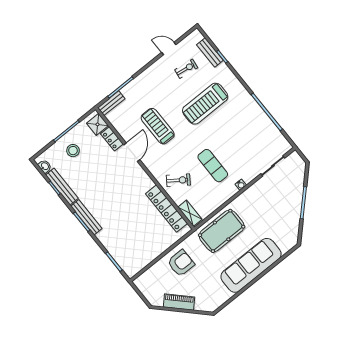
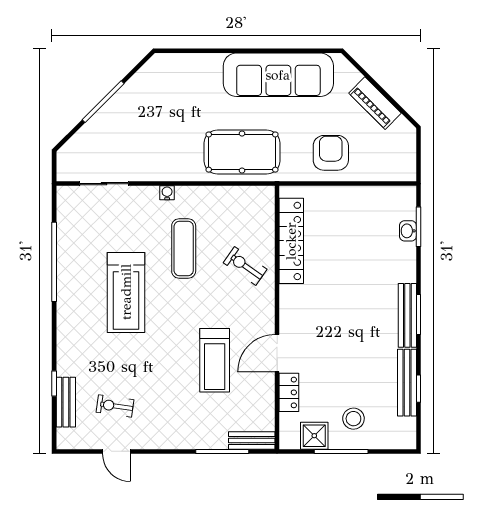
treadmill: (205, 104) -> (126, 292), moved, turned 90
shower: (97, 124) -> (314, 436), moved
washbasin: (45, 166) -> (408, 231), moved
shelving: (190, 213) -> (265, 210), removed
armchair: (181, 263) -> (331, 153), turned 90
sofa: (251, 265) -> (278, 75), moved

